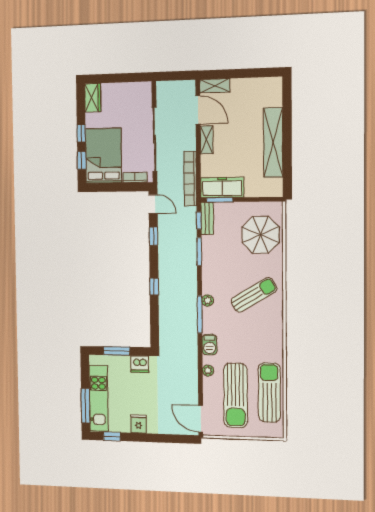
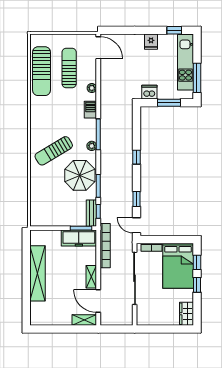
parasol: (261, 235) -> (80, 175), moved
sun lounger: (236, 395) -> (69, 68), width x0.73, depth x0.75
window: (86, 406) -> (197, 78), moved

